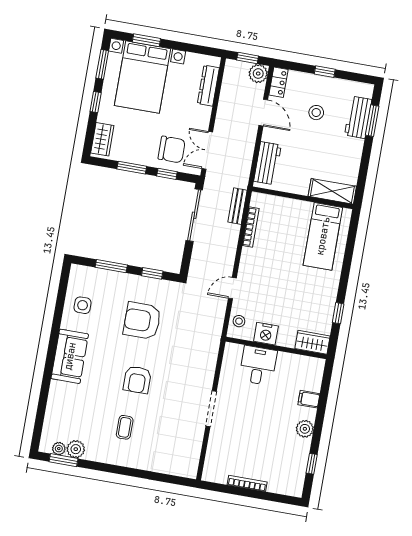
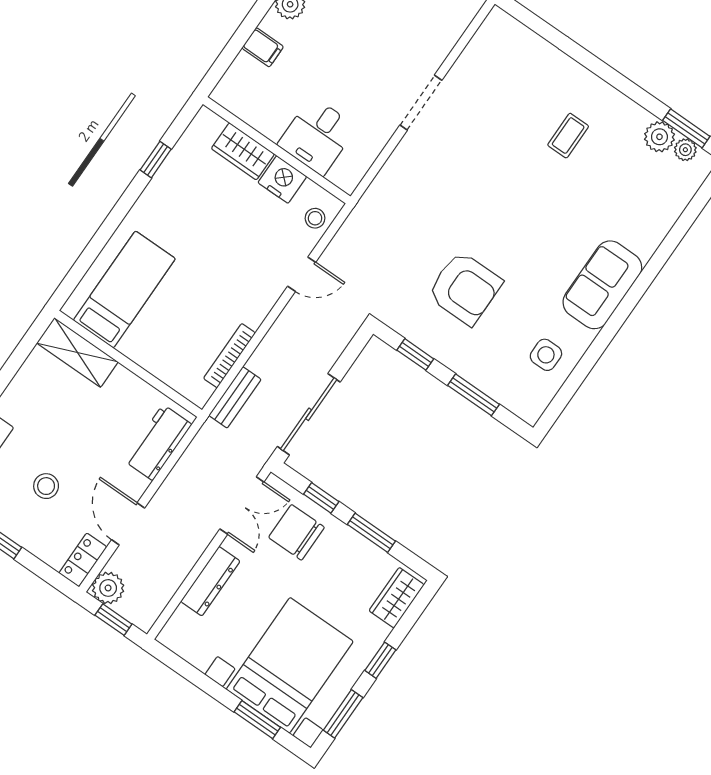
dresser: (208, 86) -> (210, 581), moved
wardrobe: (312, 342) -> (243, 151), moved
armchair: (137, 380) -> (514, 200), removed

